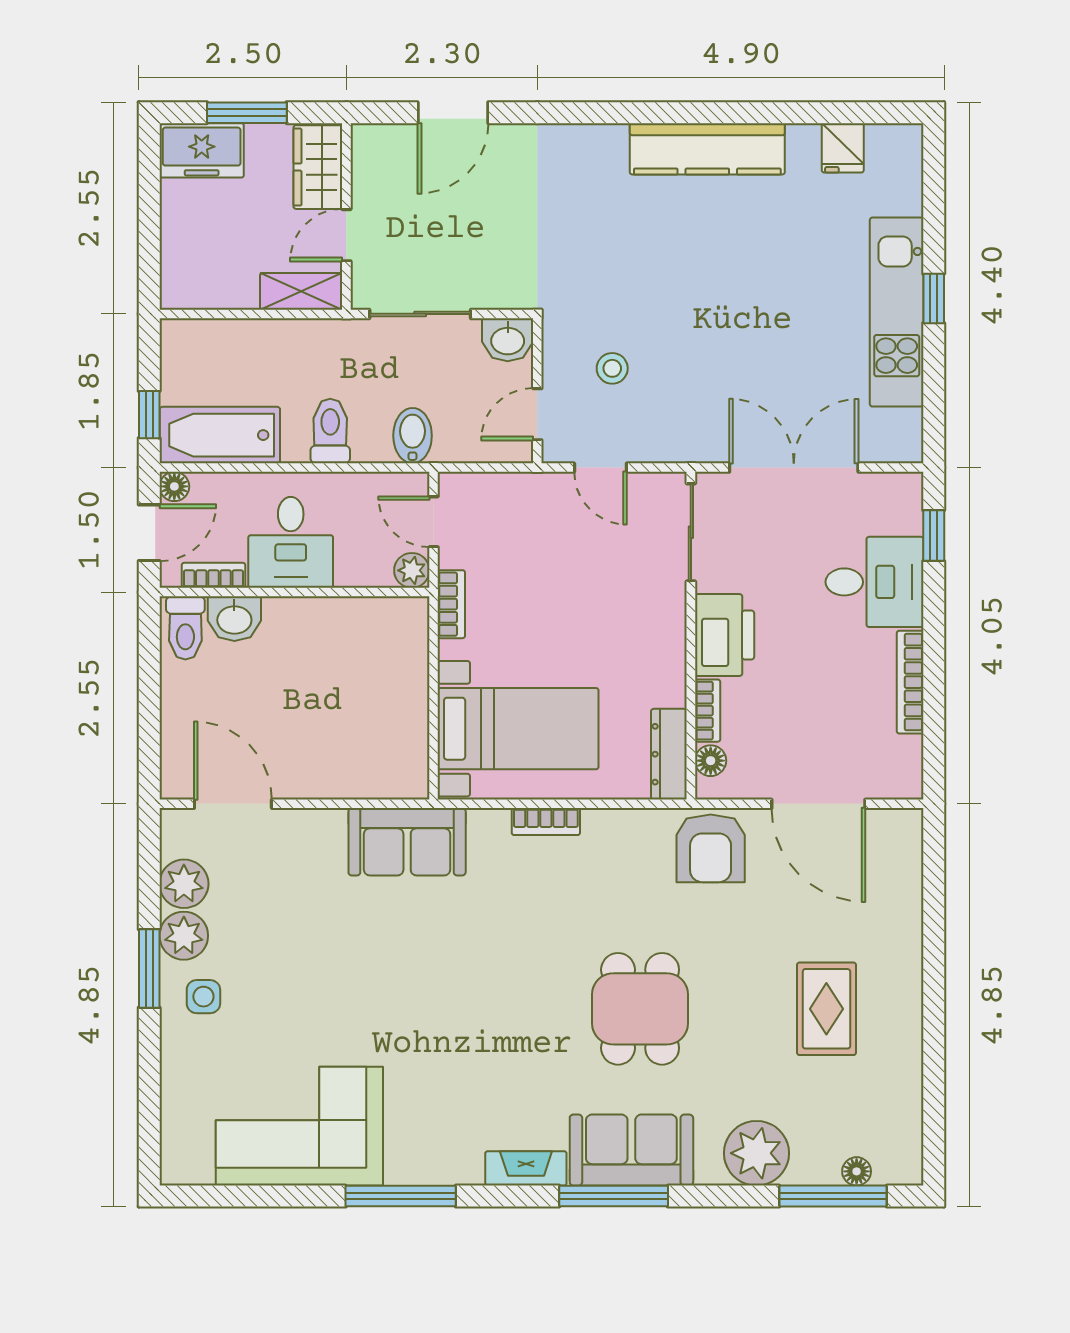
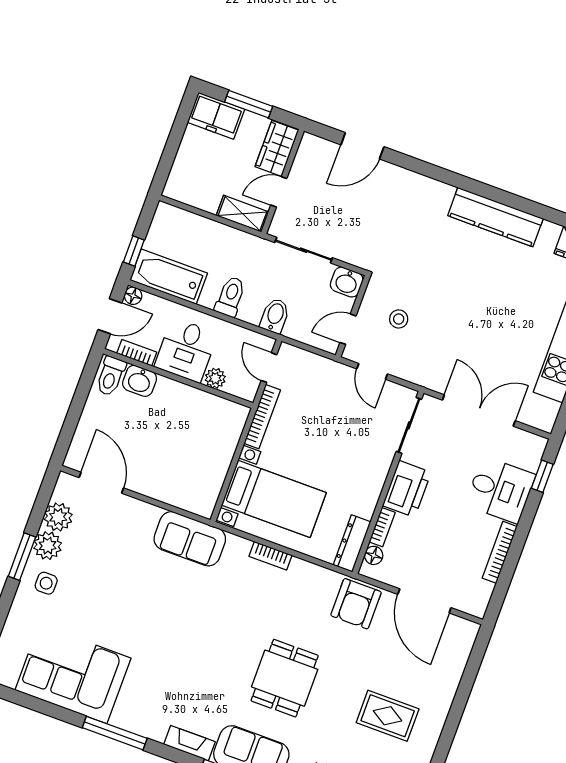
plant: (412, 570) -> (215, 378), moved
bookcase: (451, 604) -> (262, 417), width x1.56
rug: (826, 1009) -> (388, 716), turned 90

